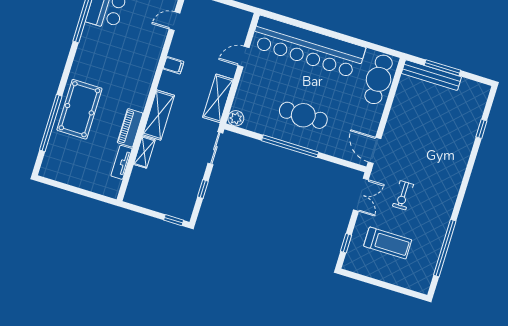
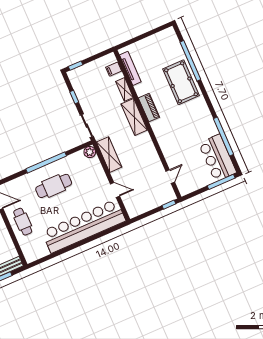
door: (244, 57) -> (115, 190), hinge flipped
filing cabinet: (173, 65) -> (114, 69), moved
cafe table: (379, 79) -> (23, 222), moved, width x0.73, depth x0.74
piano: (130, 128) -> (149, 108), moved
tv unit: (121, 162) -> (130, 68), width x1.41

